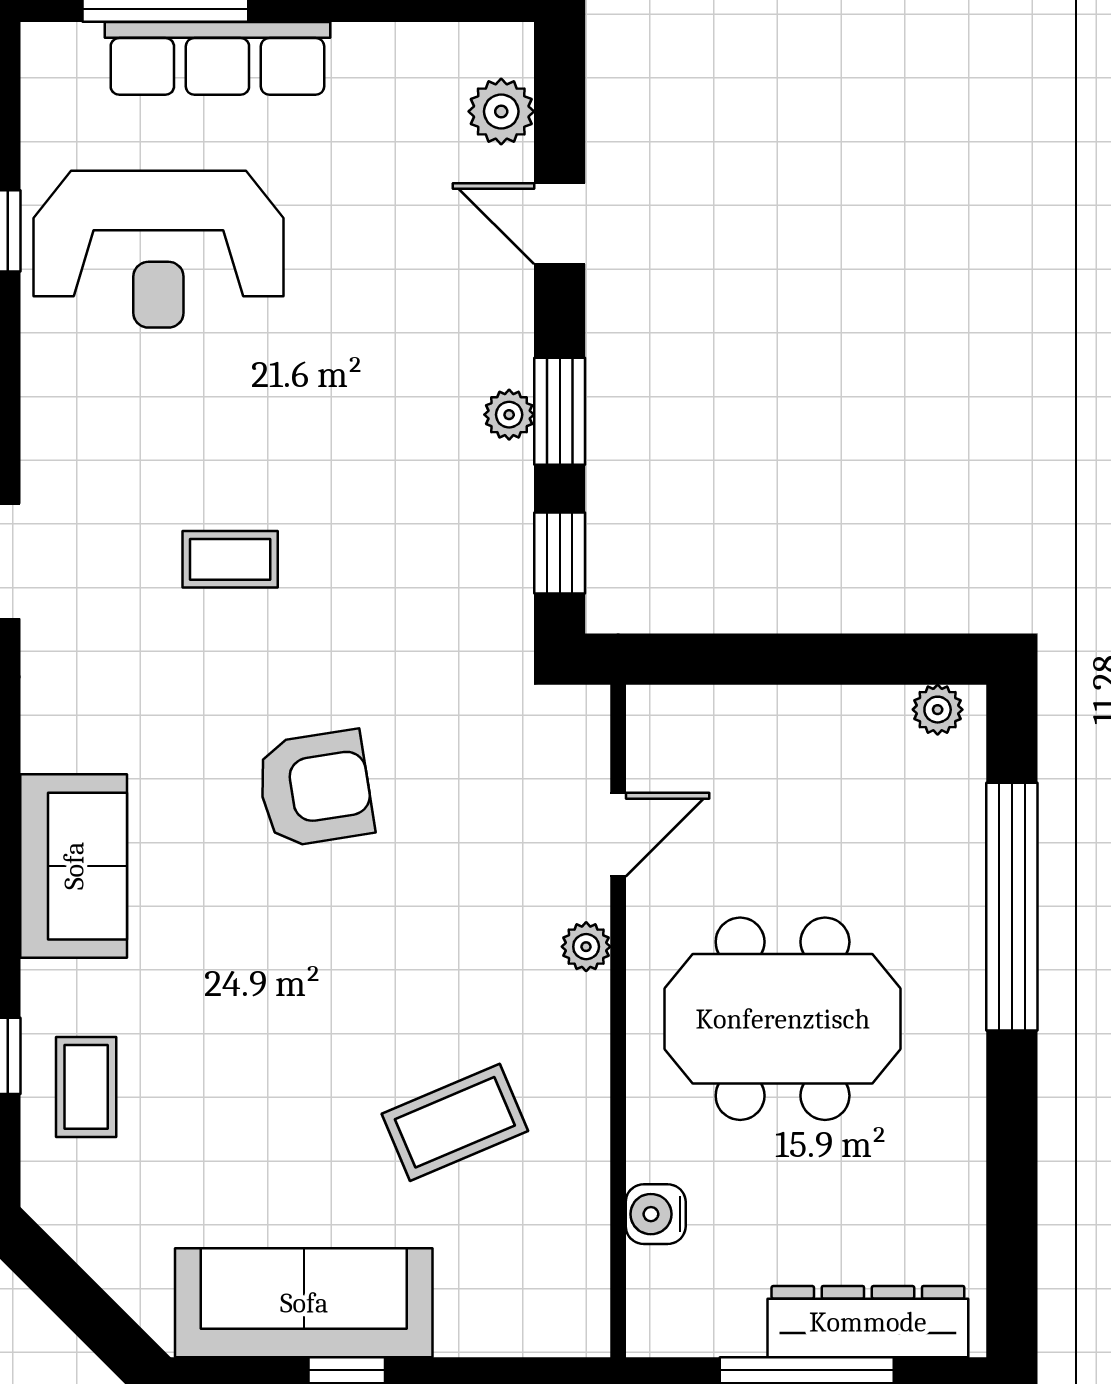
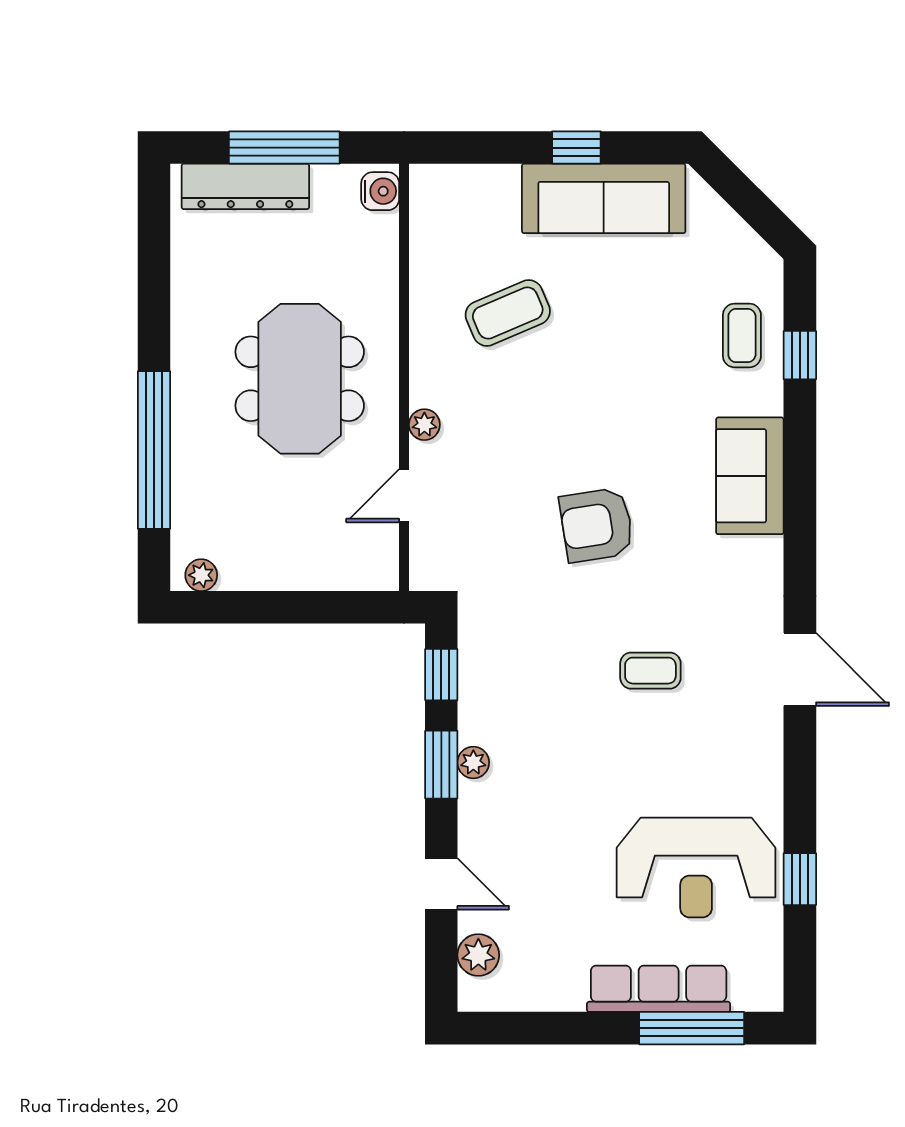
reception desk: (158, 249) -> (696, 868), turned 180
meeting table: (783, 1019) -> (300, 379), turned 90
water cooler: (656, 1214) -> (380, 191), moved

